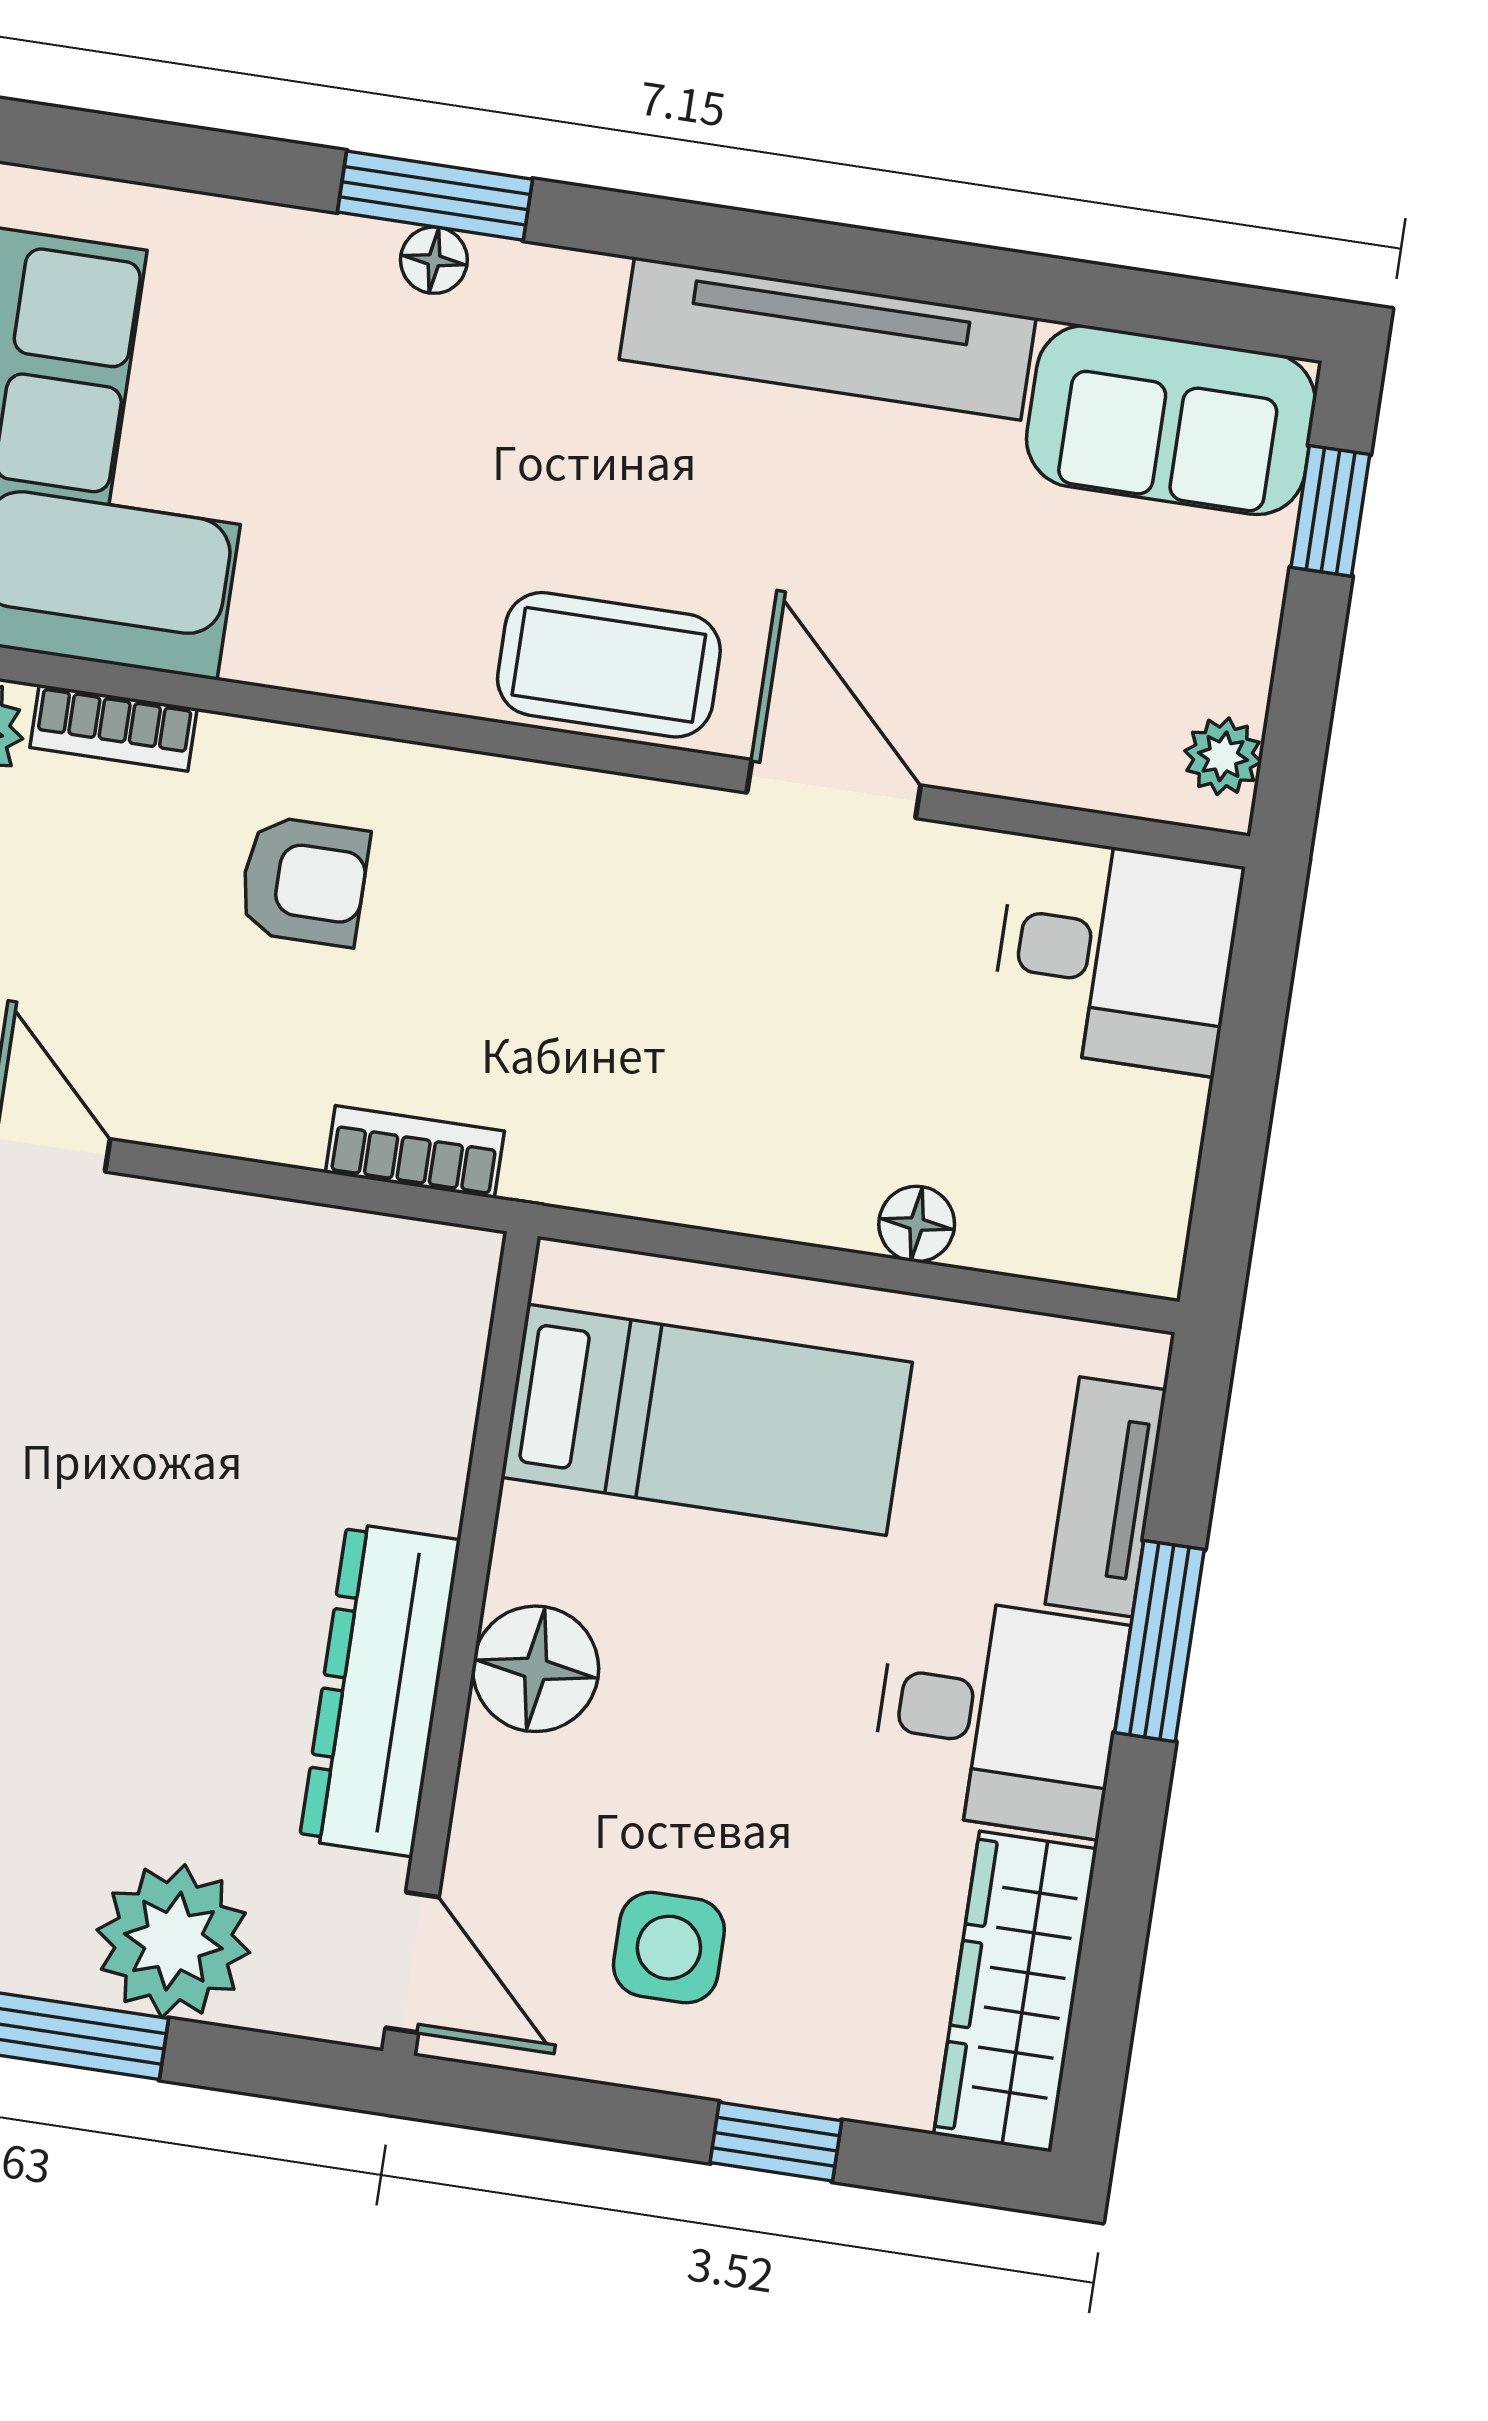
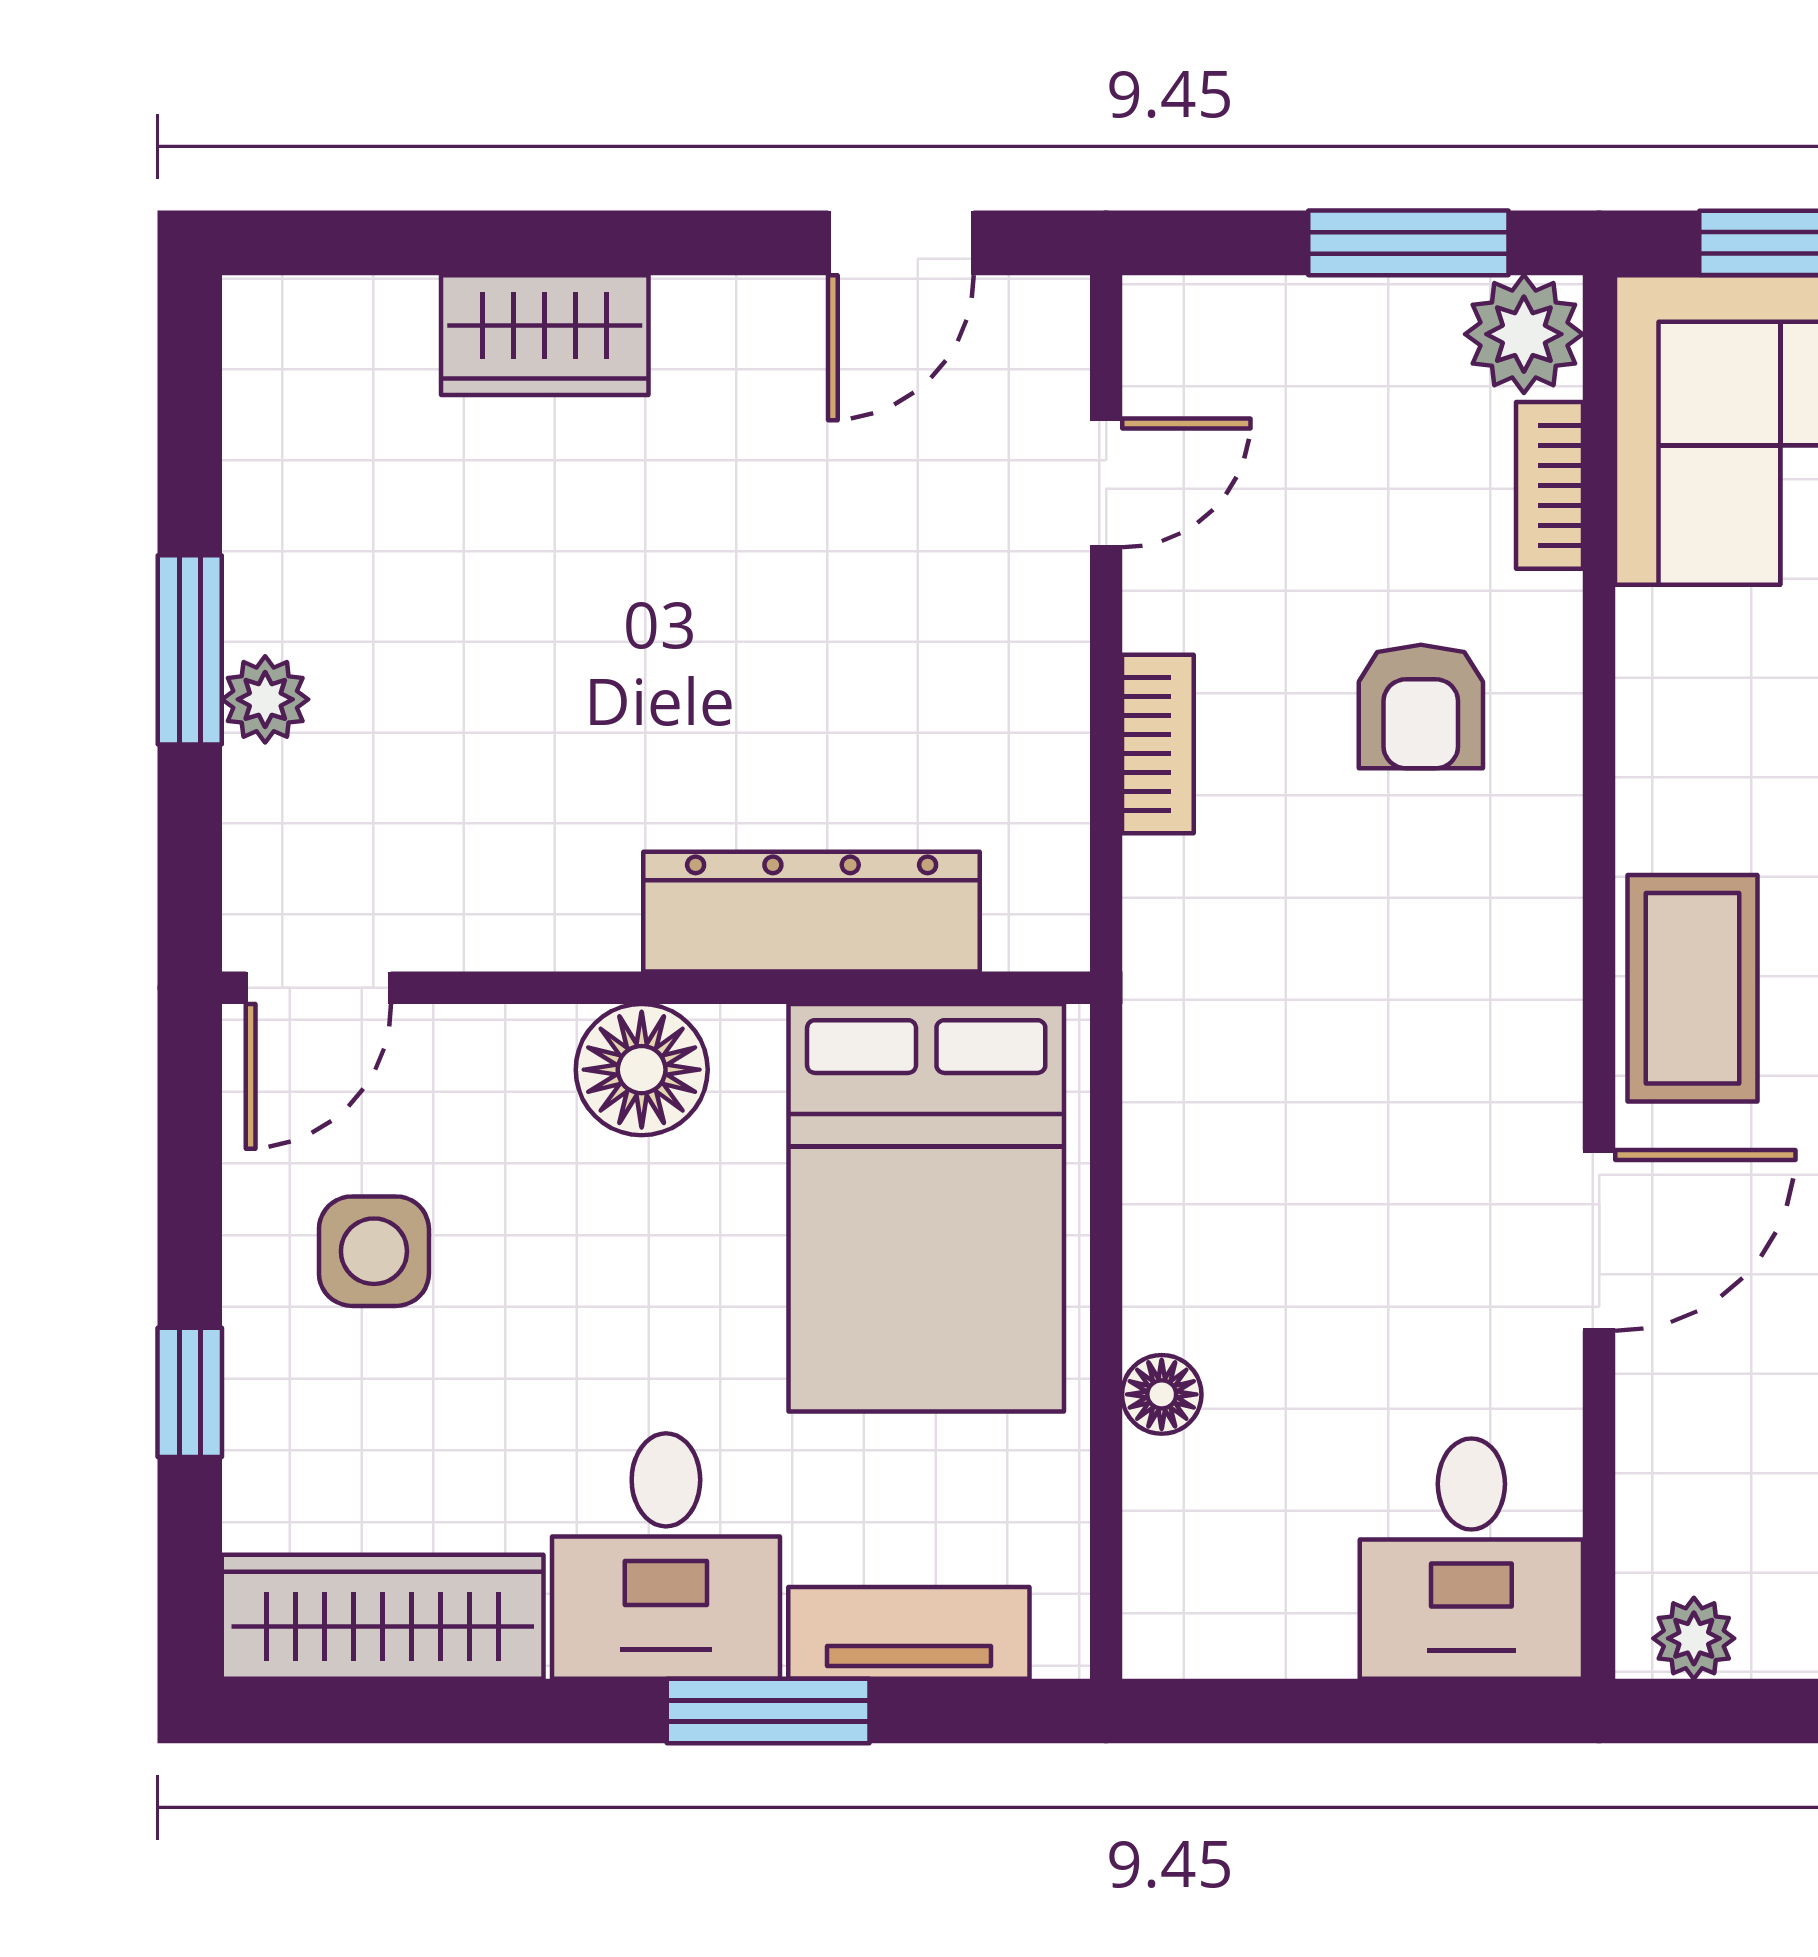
bookcase: (415, 1152) -> (1158, 744), moved
bed: (707, 1420) -> (926, 1208), width x1.50
dresser: (380, 1690) -> (812, 912), moved
plant: (173, 1941) -> (265, 699), width x0.53, depth x0.53

